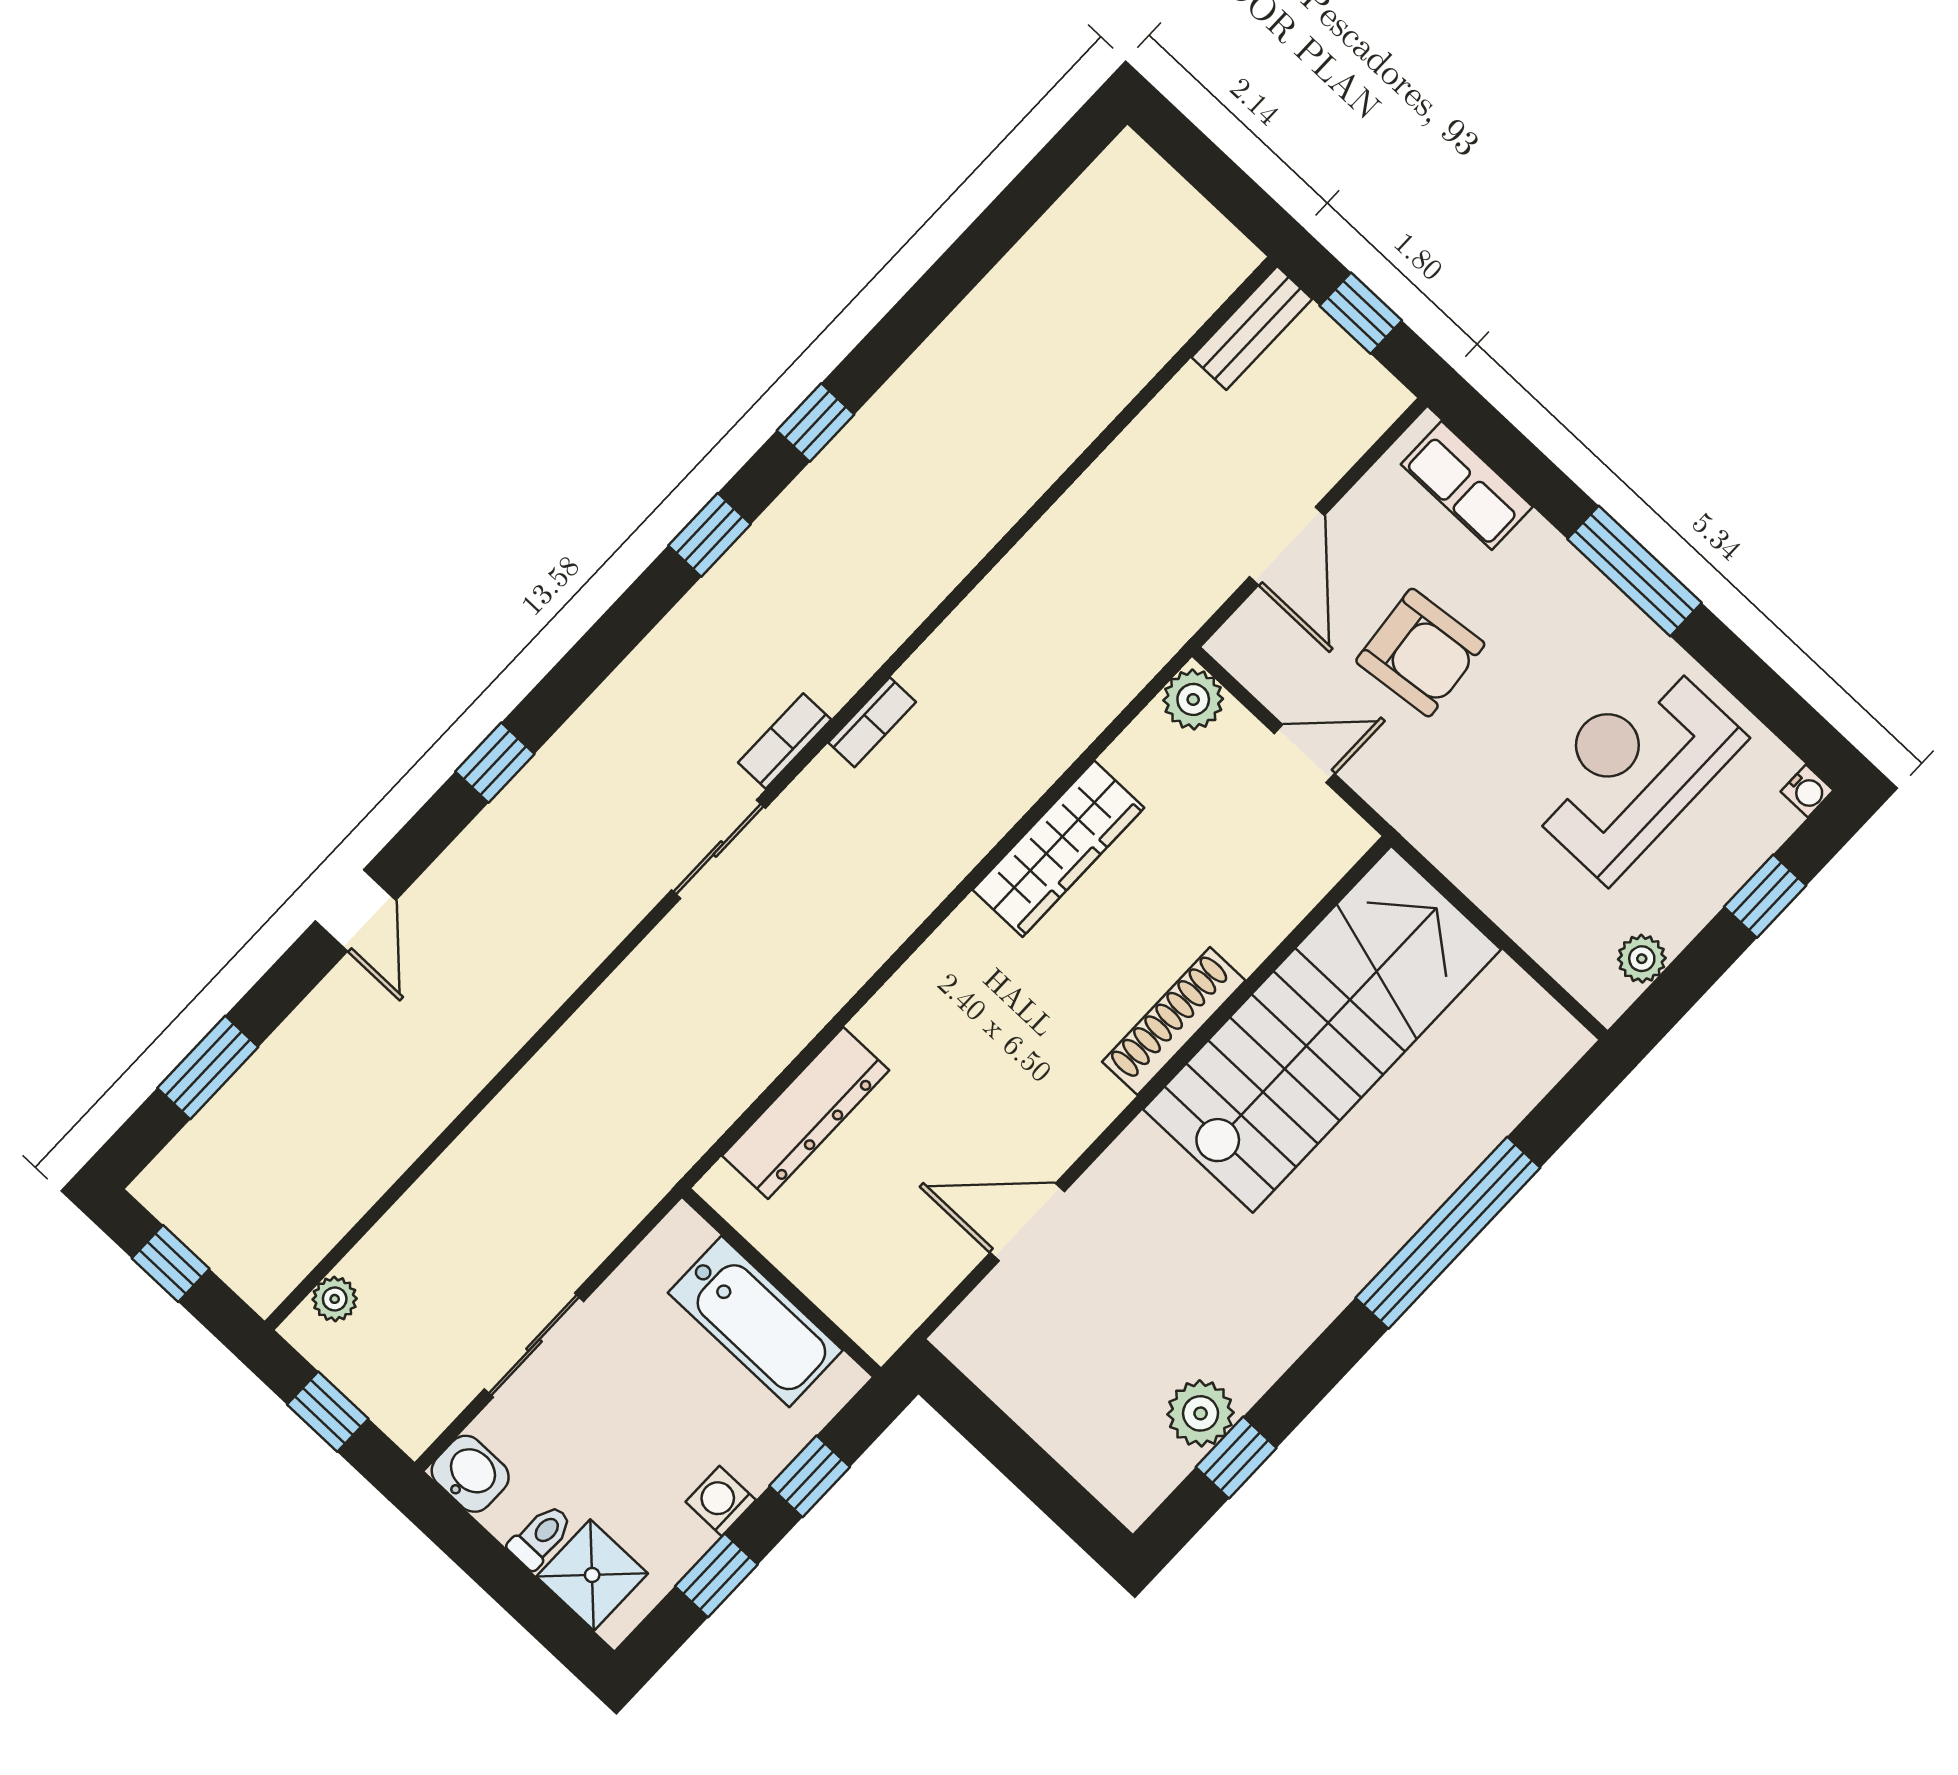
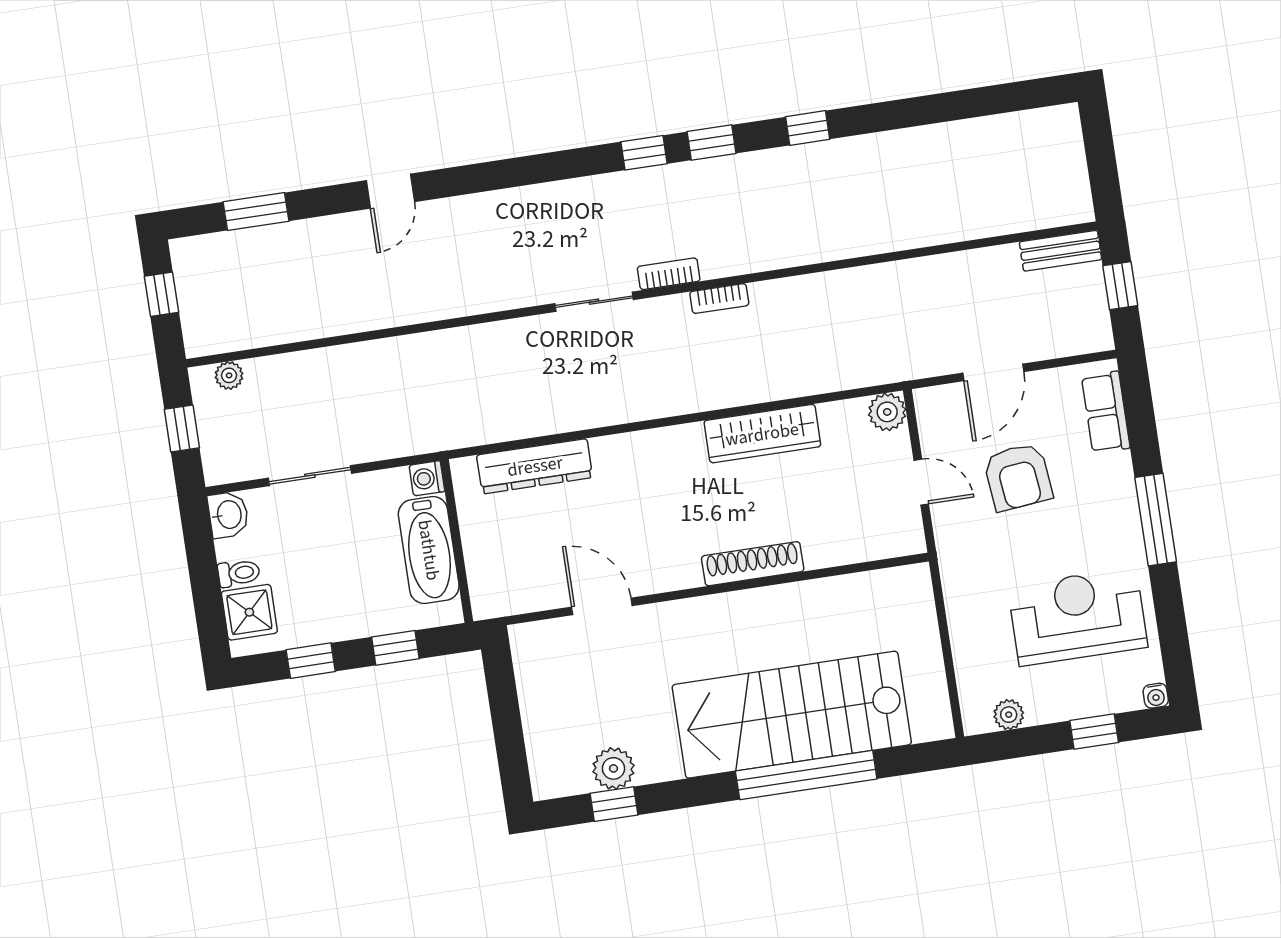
window: (495, 763) -> (644, 153), moved
stairs: (1322, 1029) -> (792, 715), moved, turned 180
washing machine: (721, 1501) -> (427, 478), moved, turned -90

